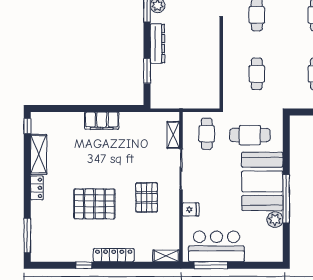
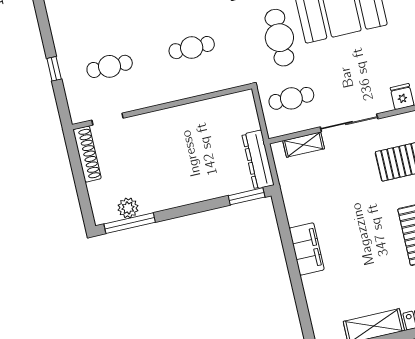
dresser: (157, 44) -> (258, 160), moved, turned -90
window: (147, 71) -> (247, 196), moved

